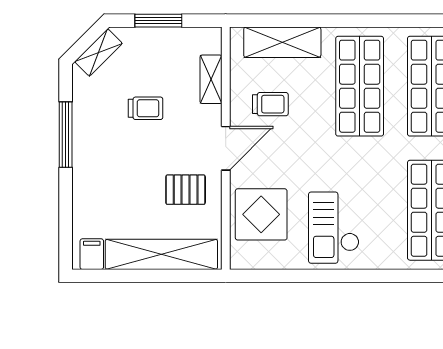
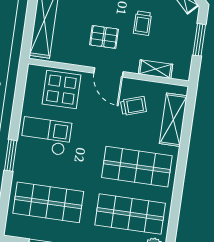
trolley: (270, 104) -> (133, 106), turned -108
pallet: (186, 190) -> (104, 37), moved, turned 90
window: (370, 276) -> (11, 155), added

